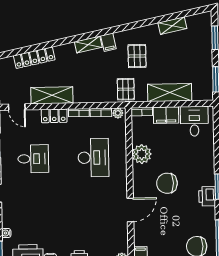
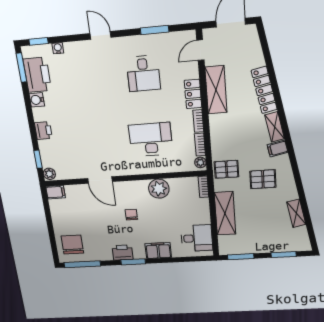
locker: (34, 58) -> (264, 90), moved
filing cabinet: (166, 115) -> (158, 251), moved, turned 90
desk: (93, 158) -> (151, 139), turned 180
chair: (167, 183) -> (131, 215), width x0.54, depth x0.54

